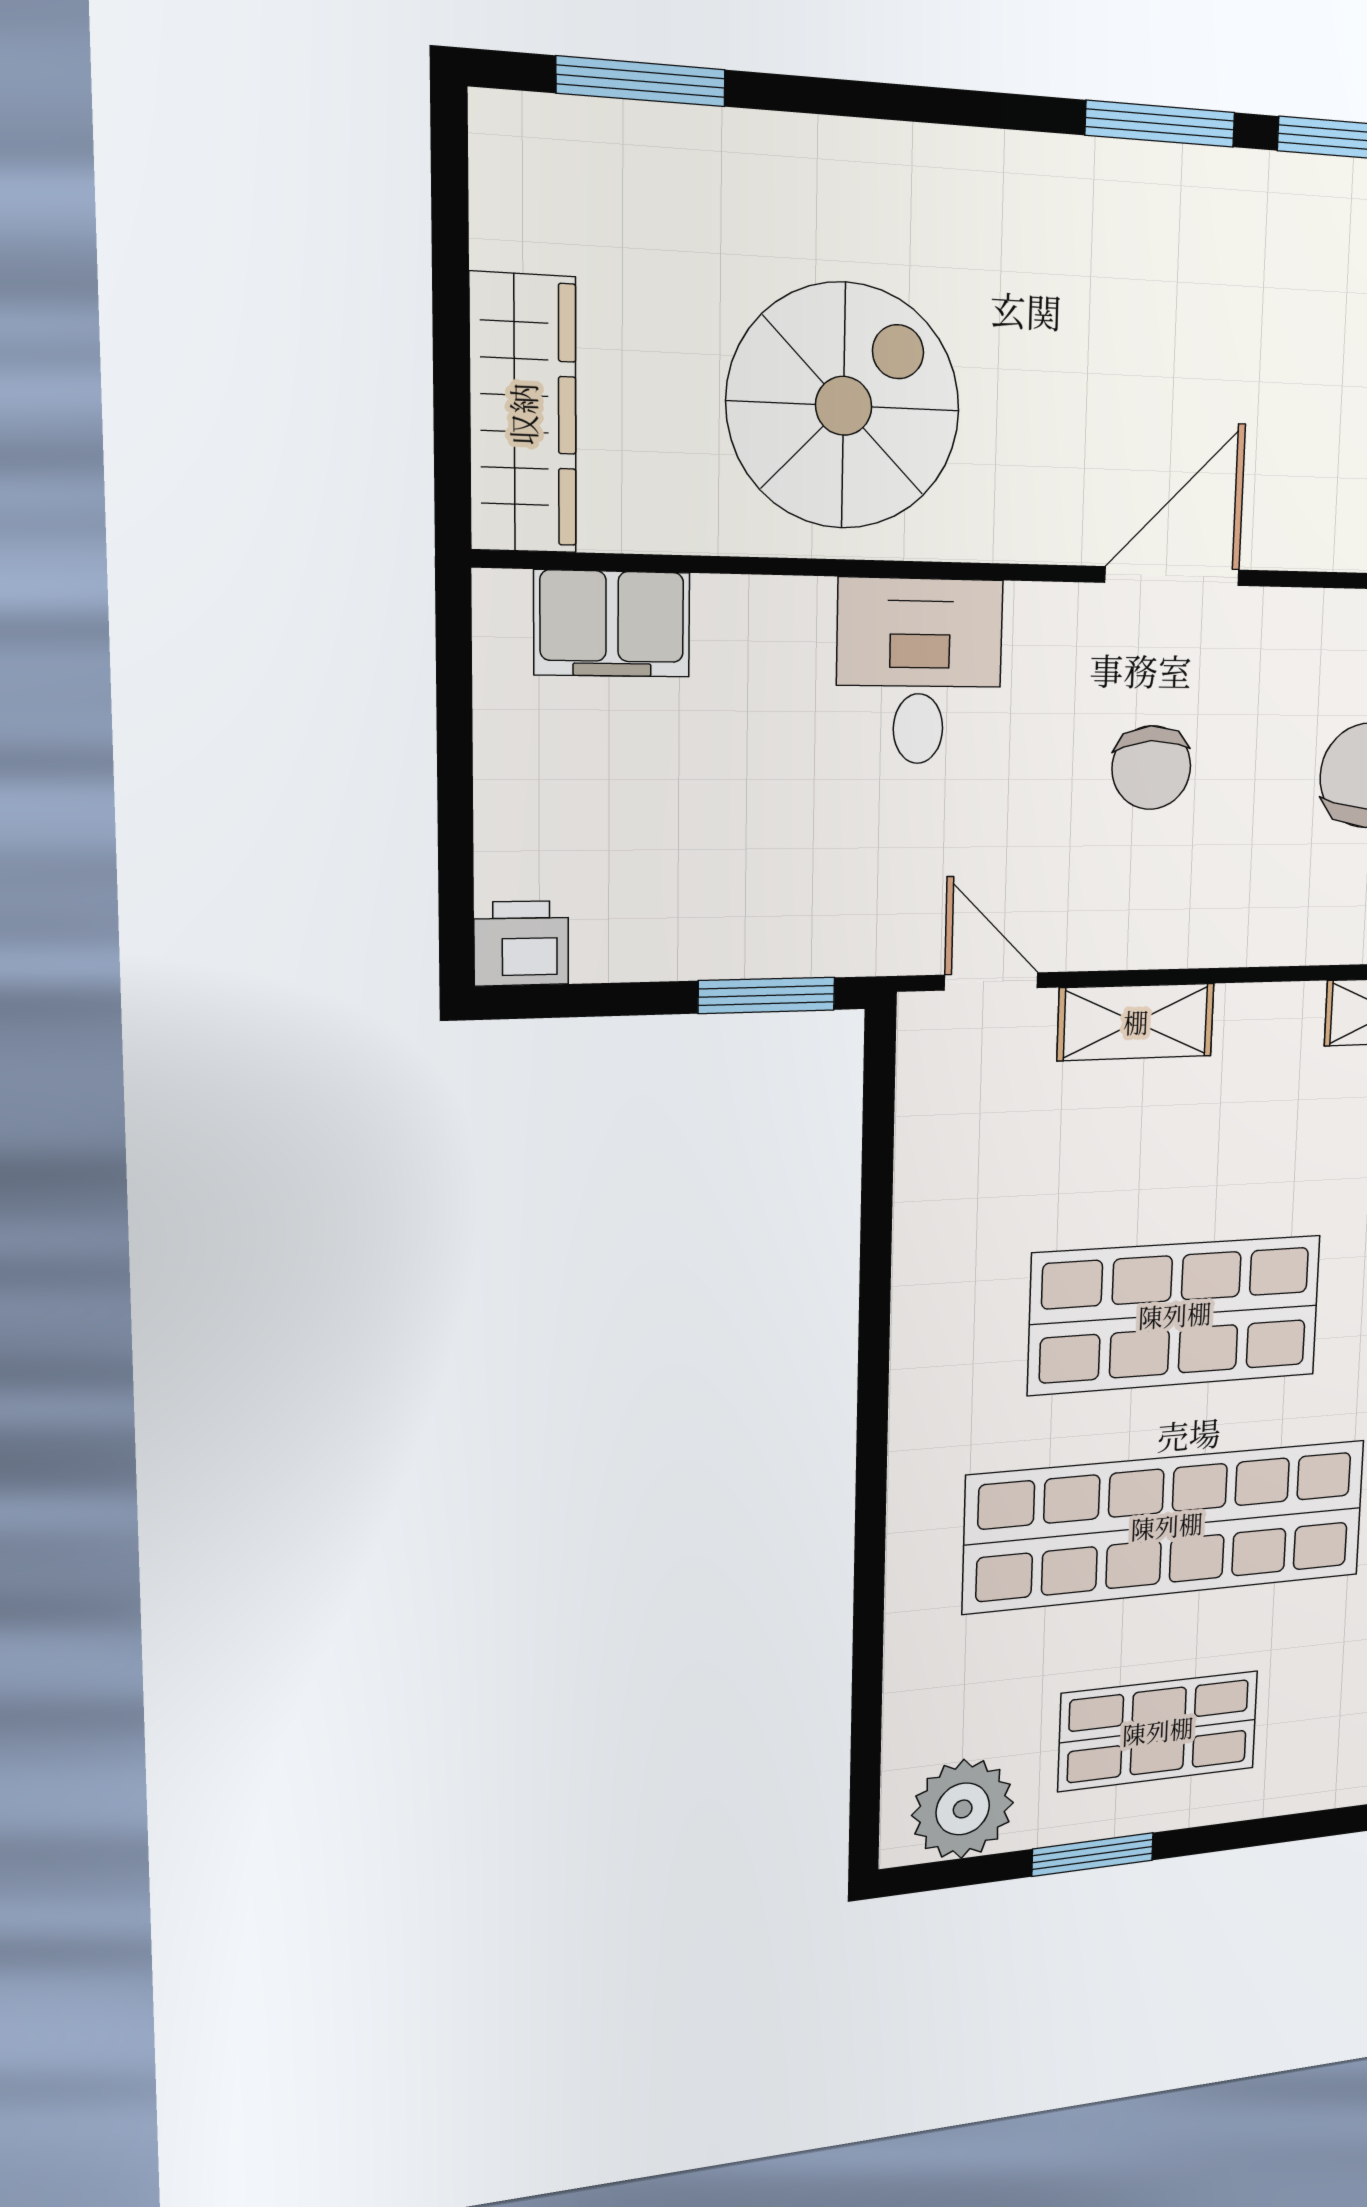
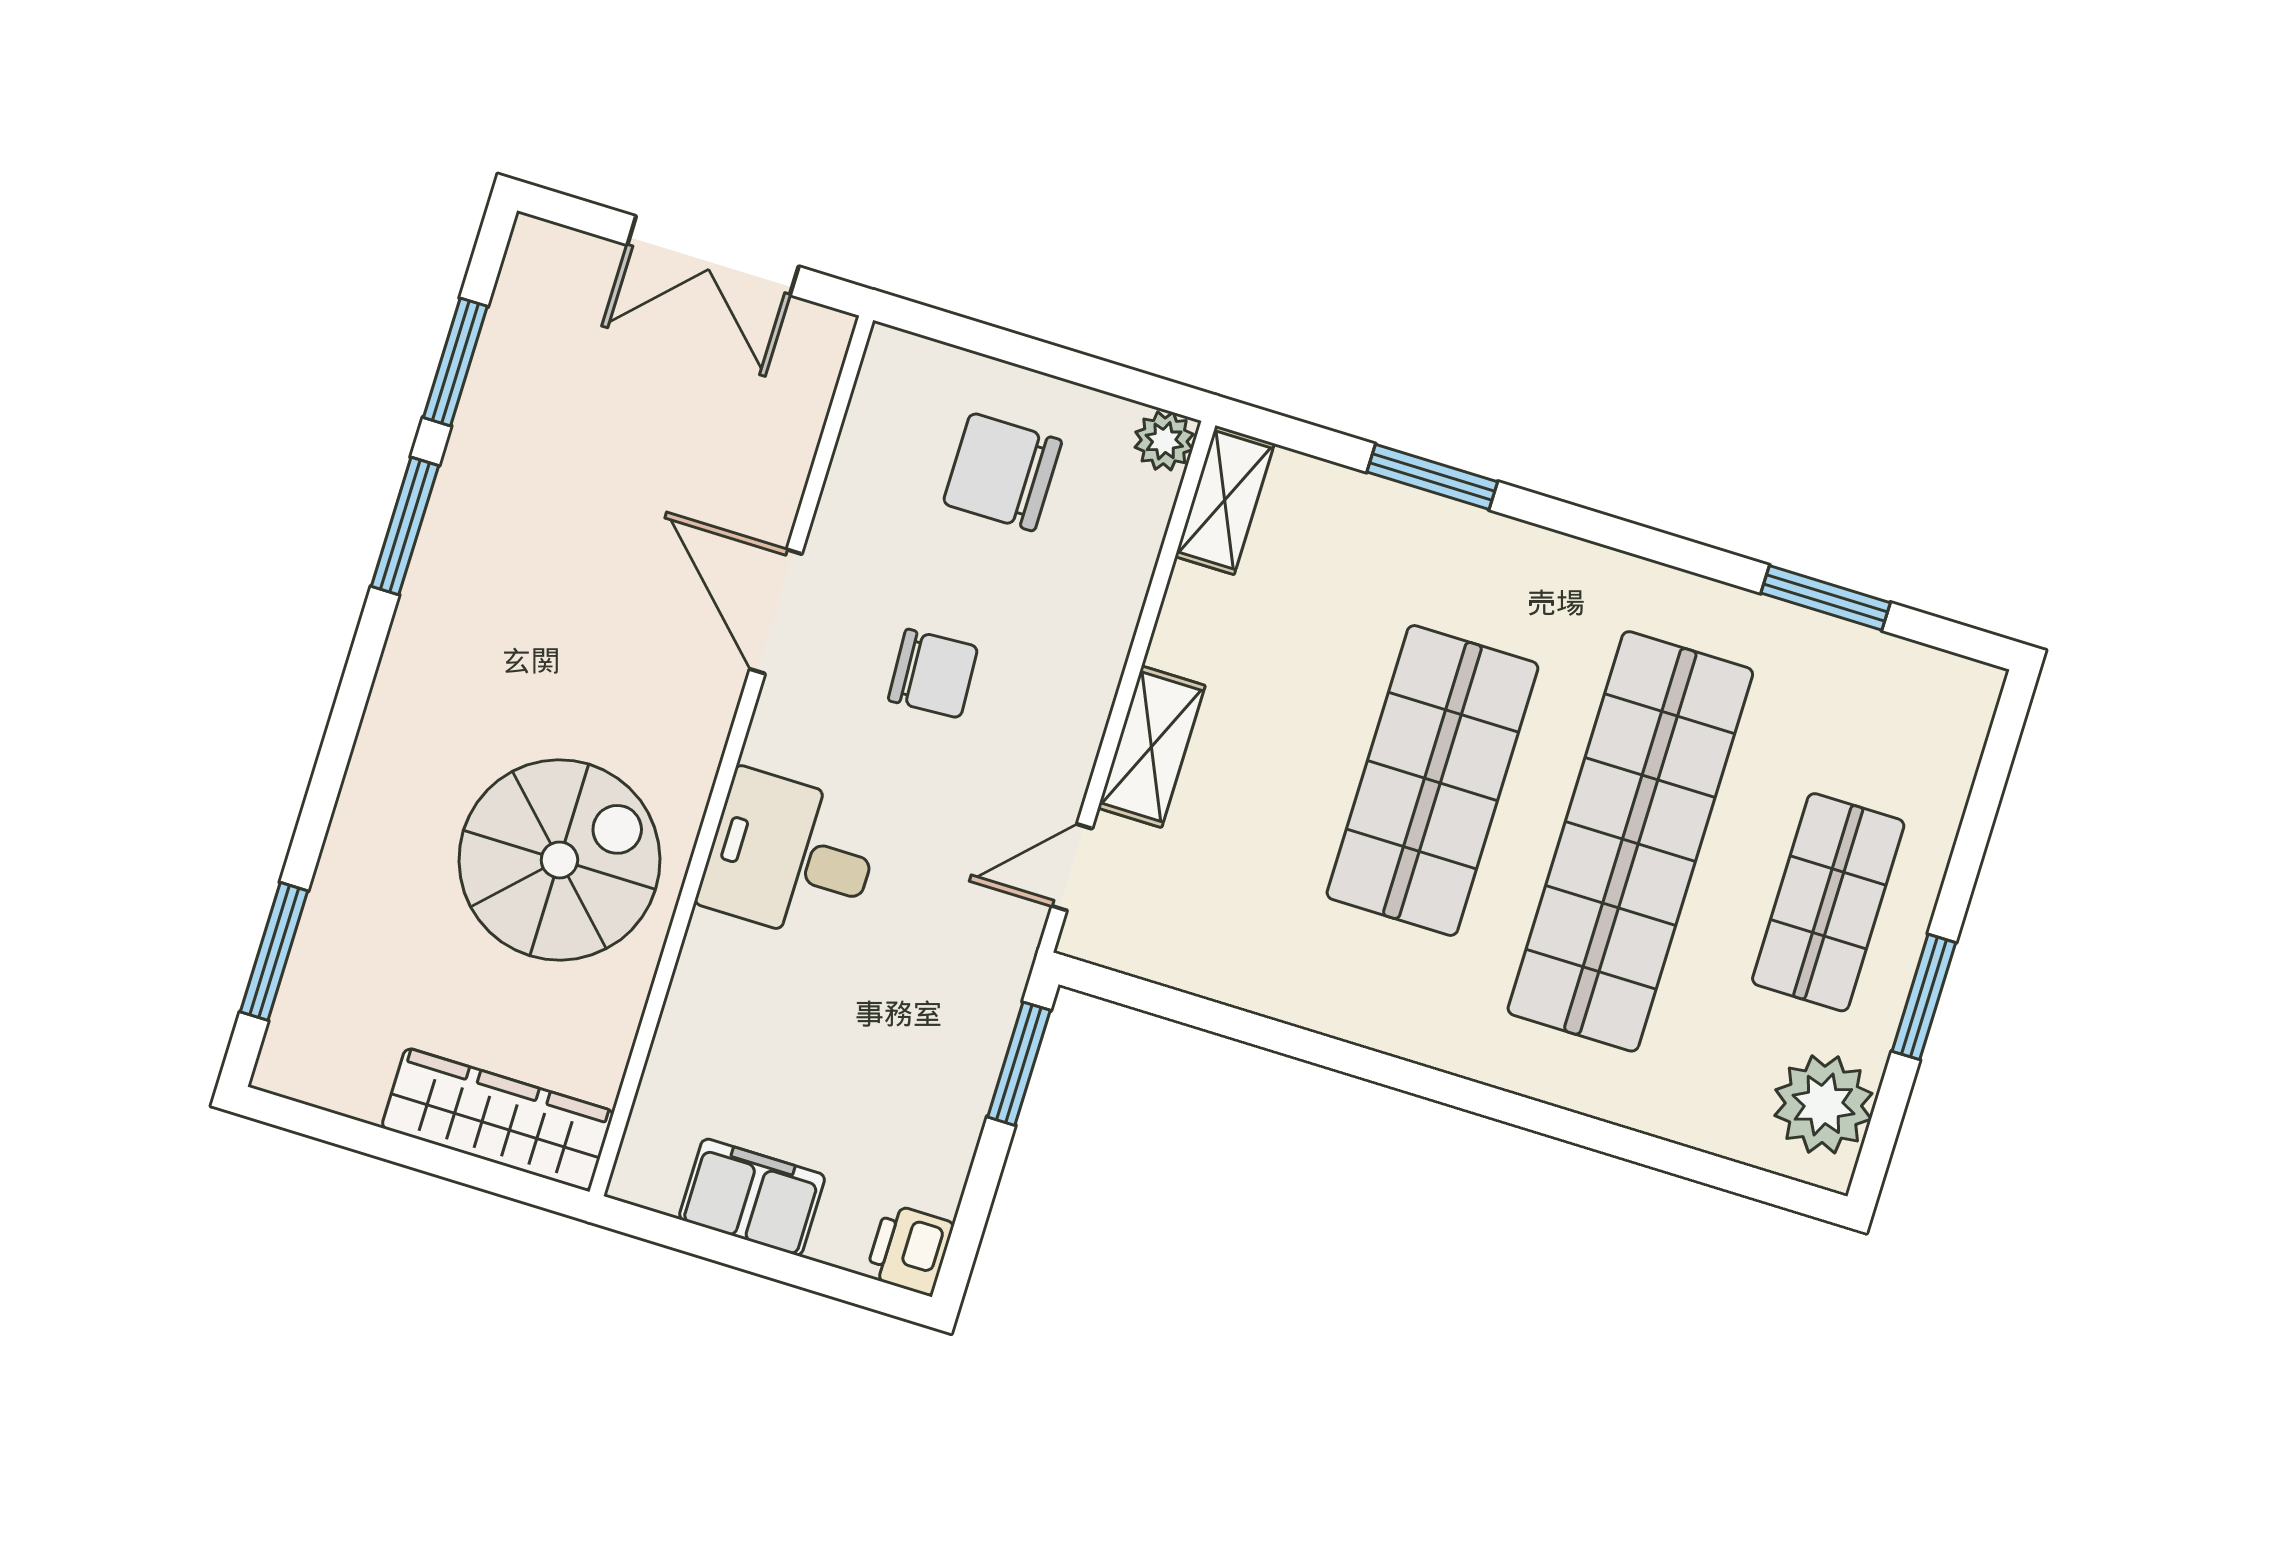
spiral stairs: (844, 406) -> (559, 860), turned 90
filing cabinet: (612, 624) -> (752, 1197), moved, turned -90

